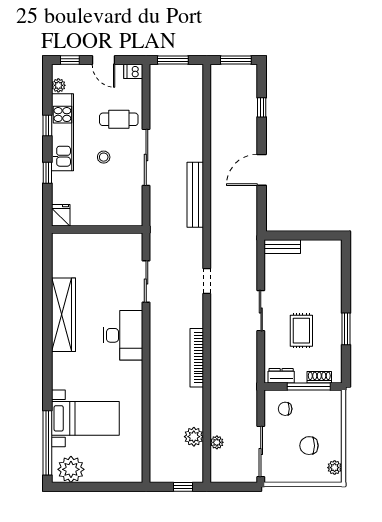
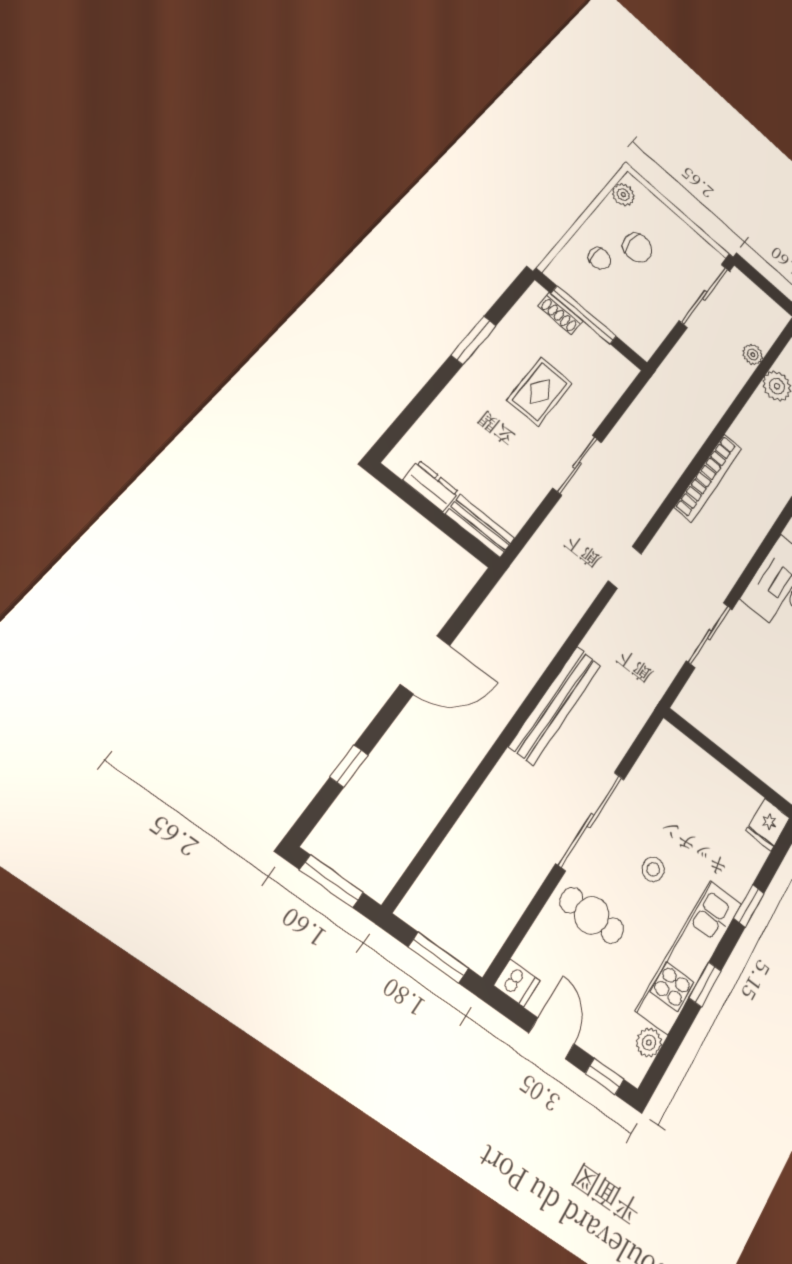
dresser: (281, 376) -> (431, 486), moved, turned 180
chair: (285, 409) -> (600, 258), moved

